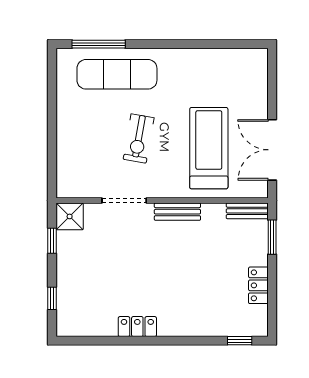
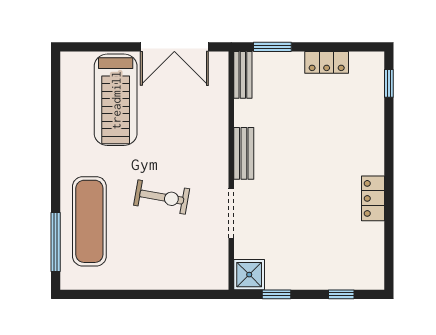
treadmill: (209, 148) -> (116, 100), moved, turned -90

